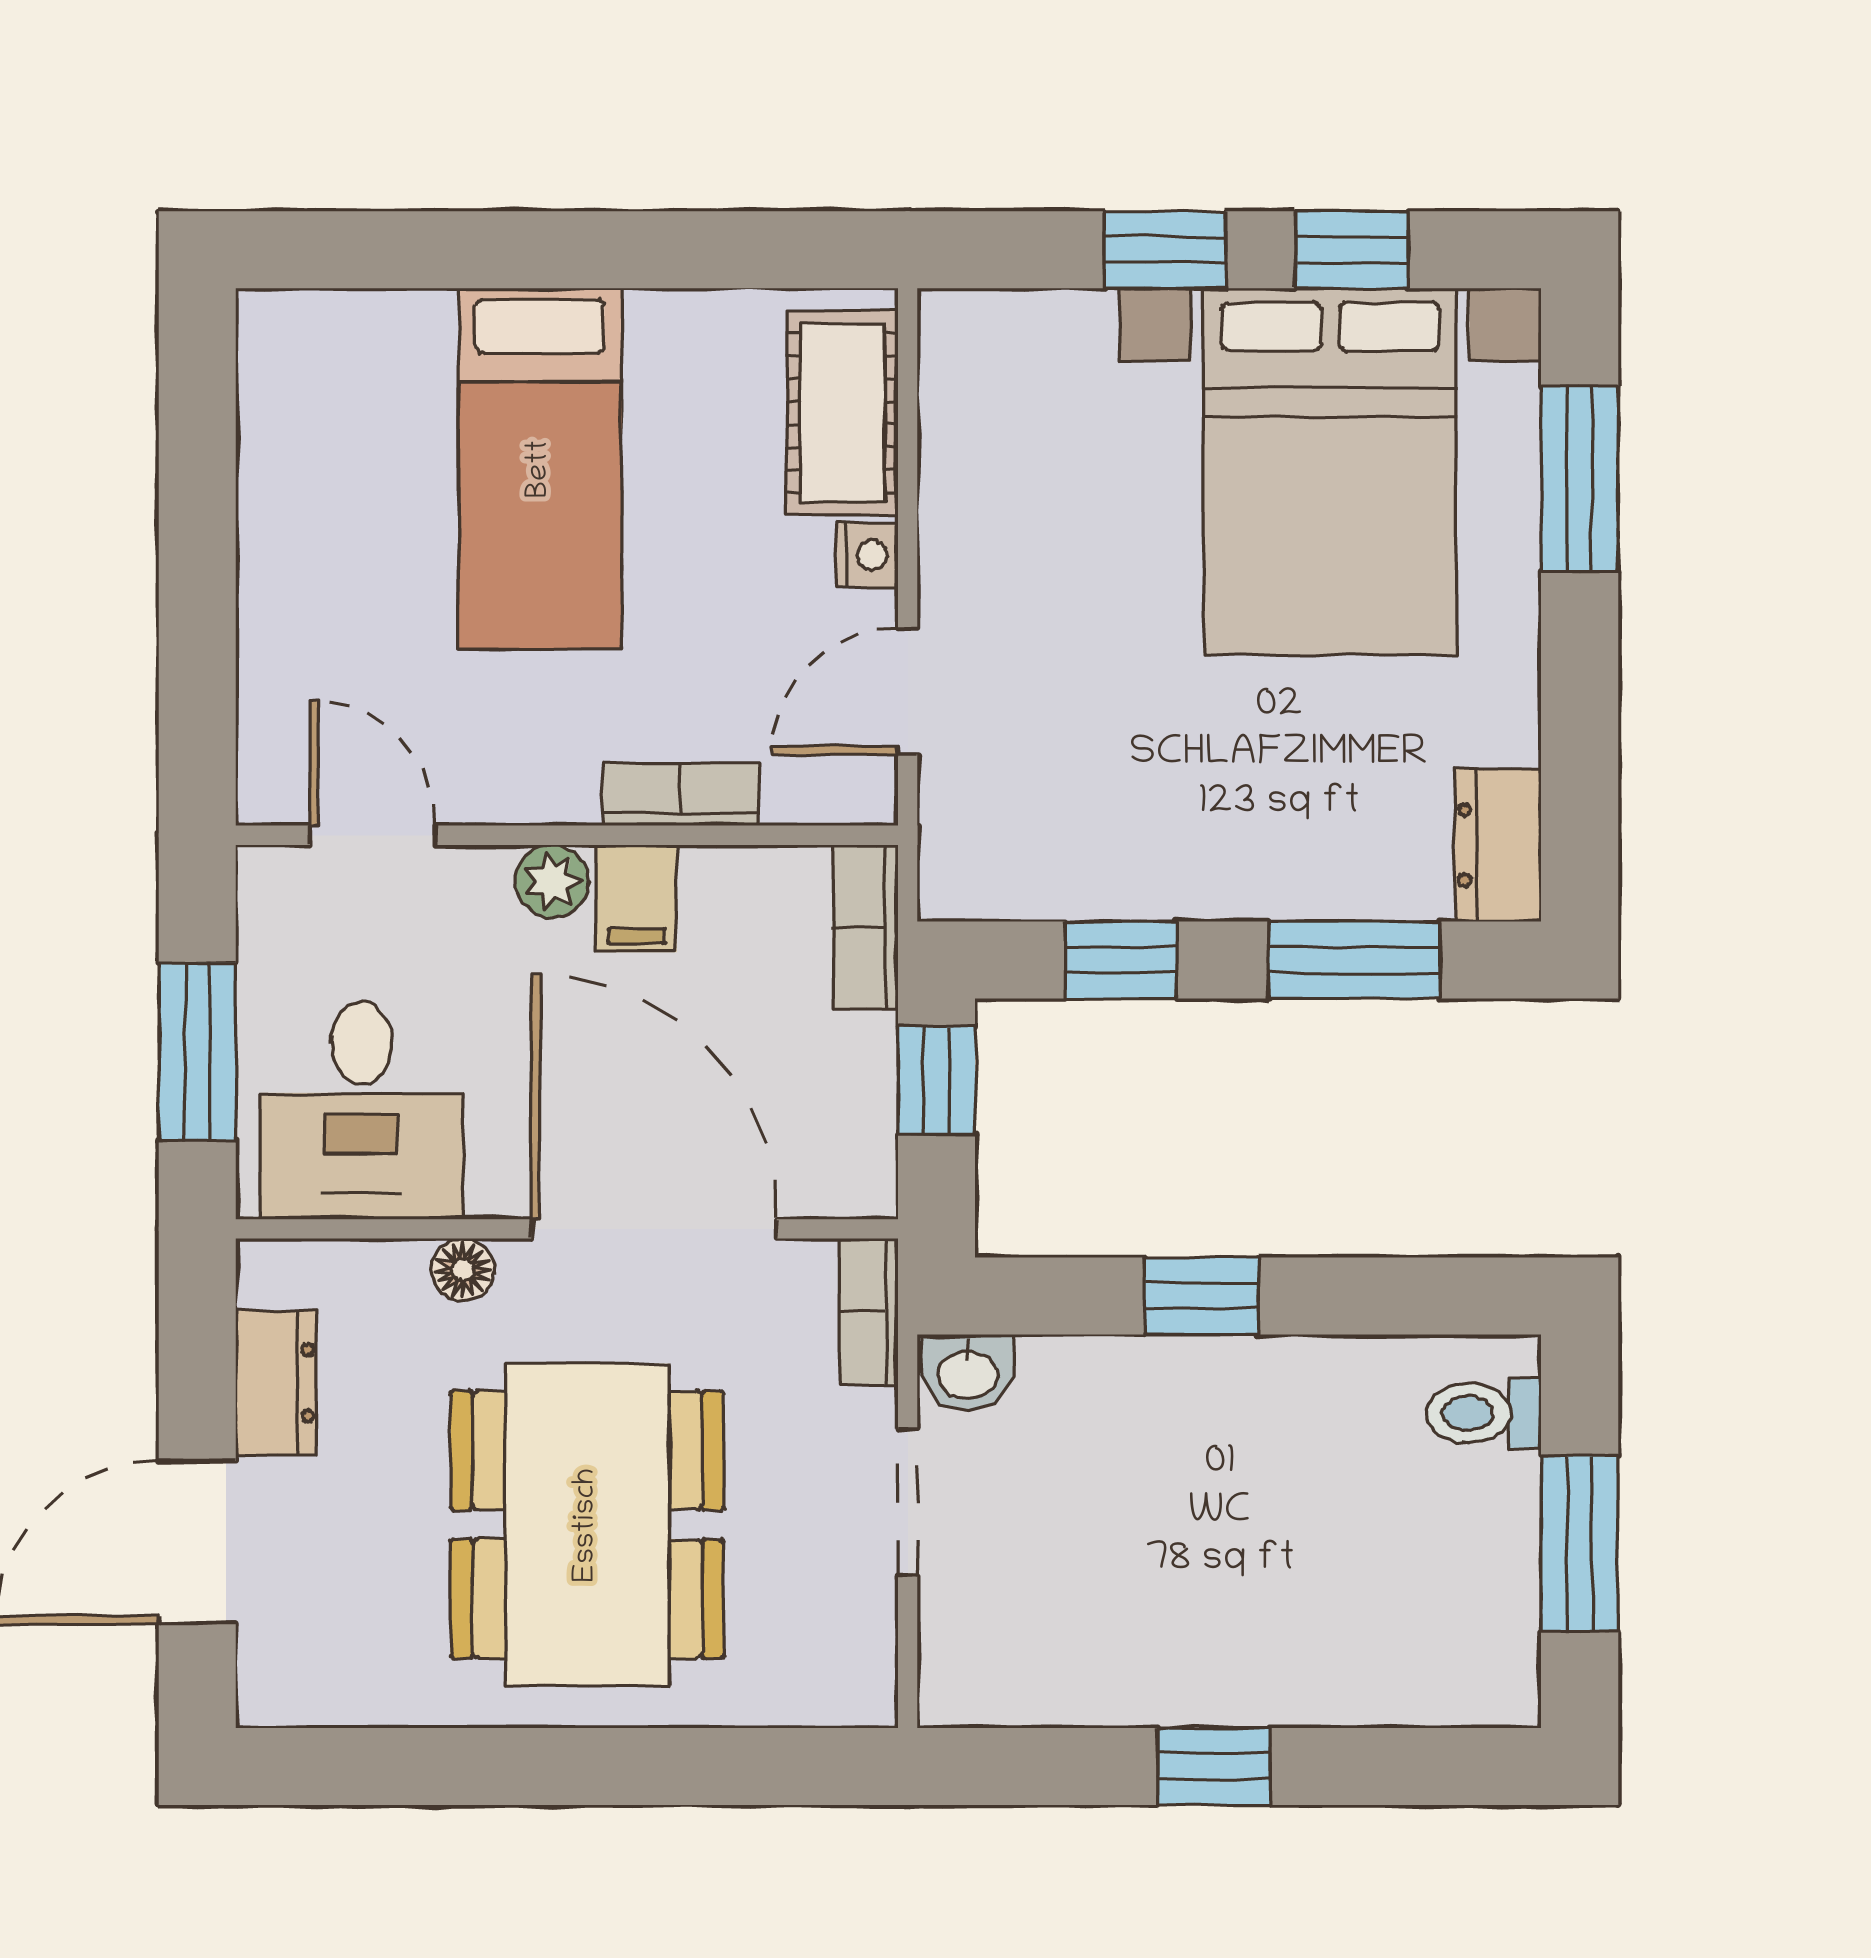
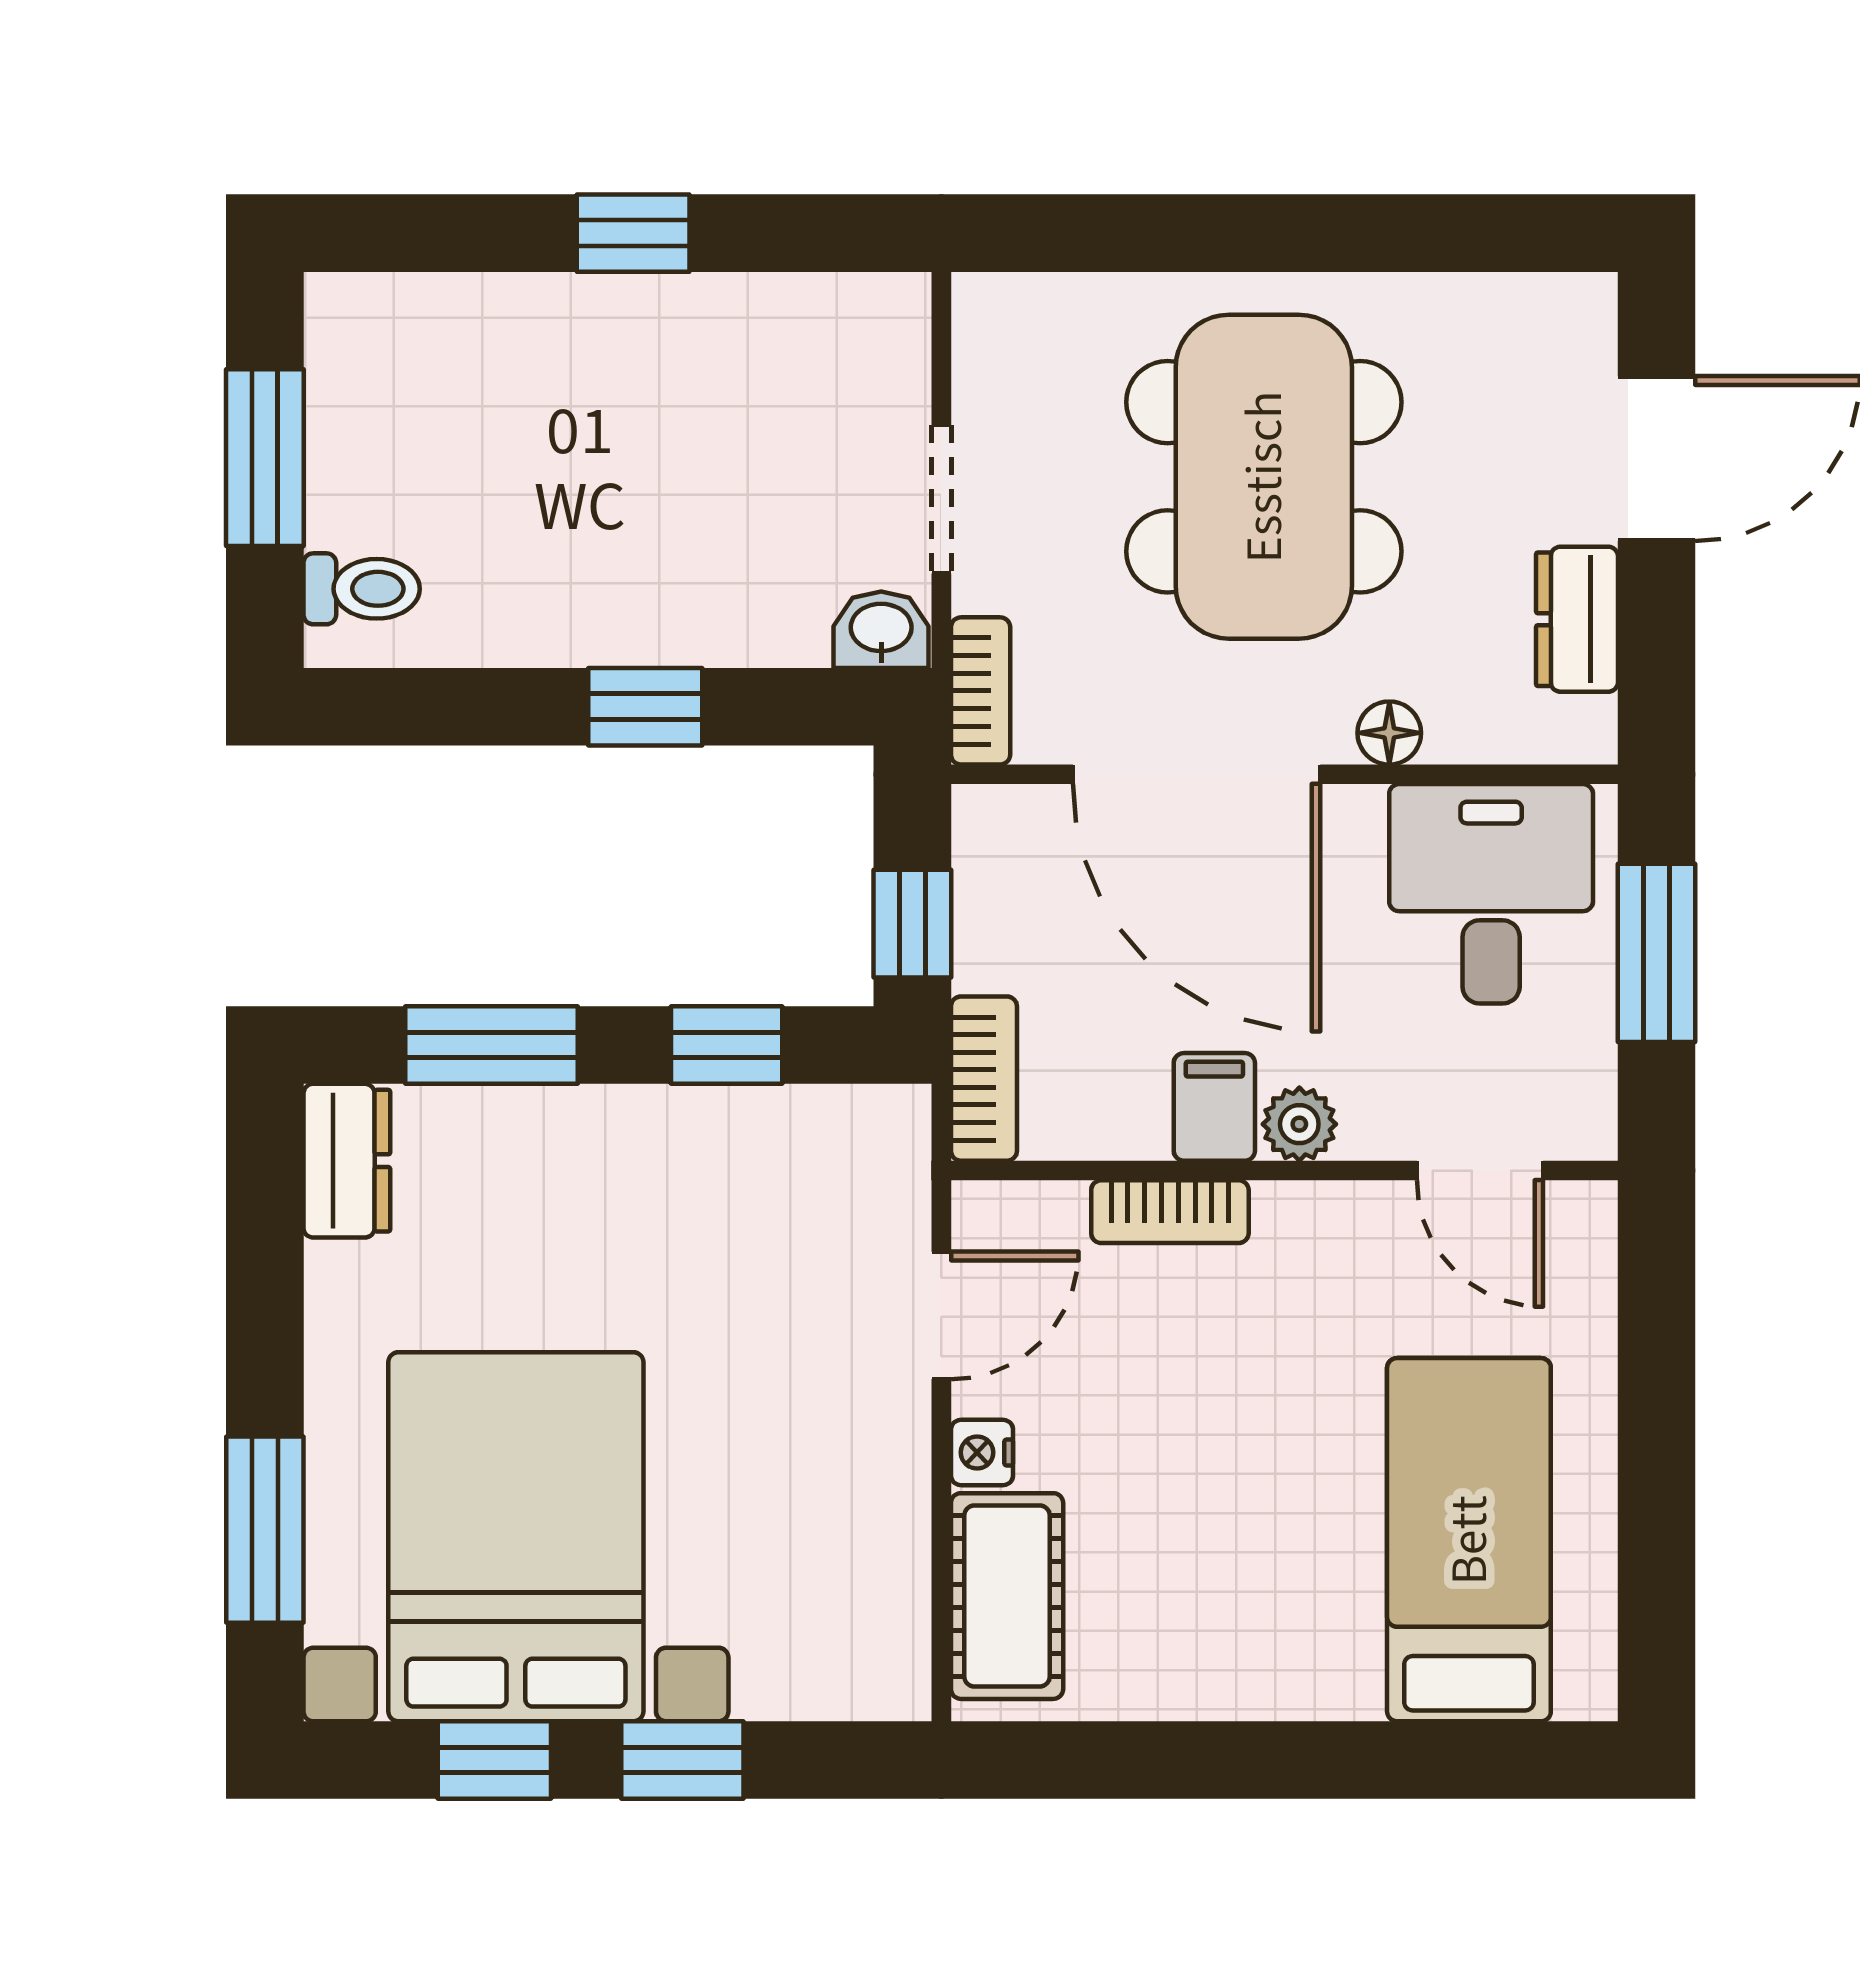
bed: (540, 469) -> (1469, 1540), moved

